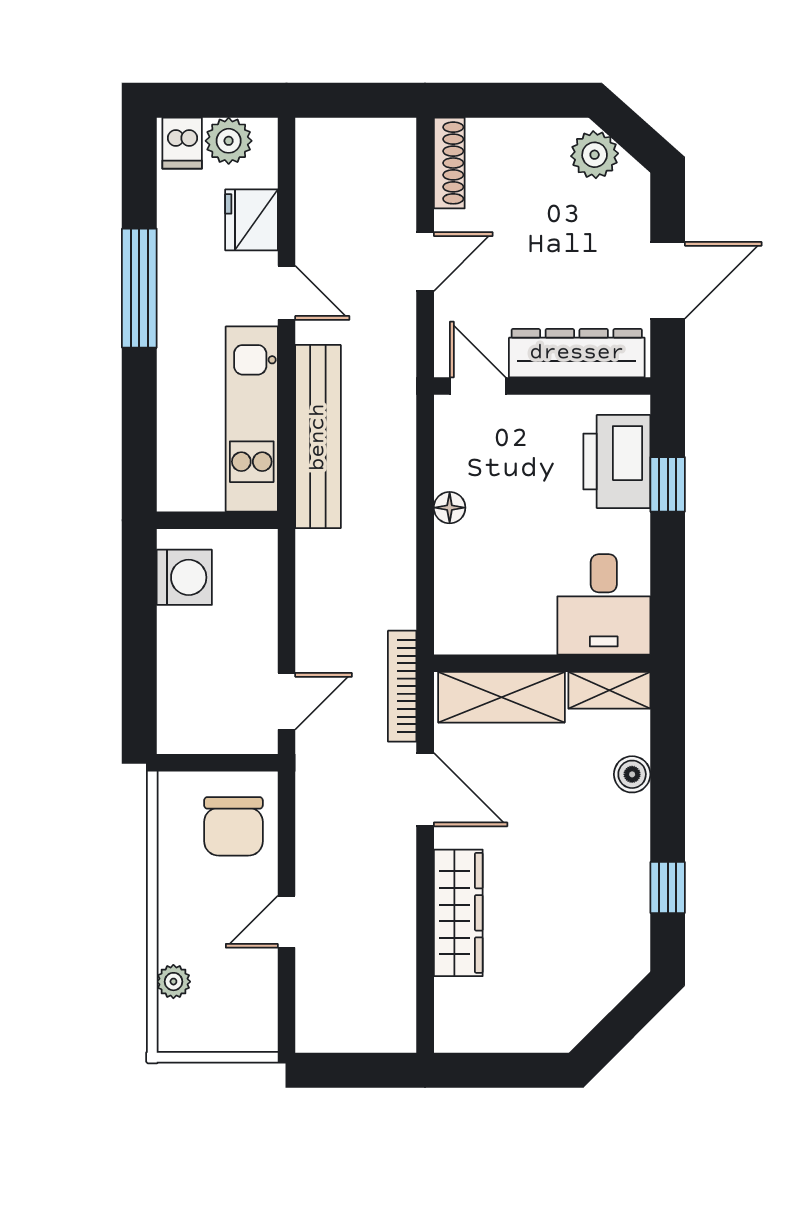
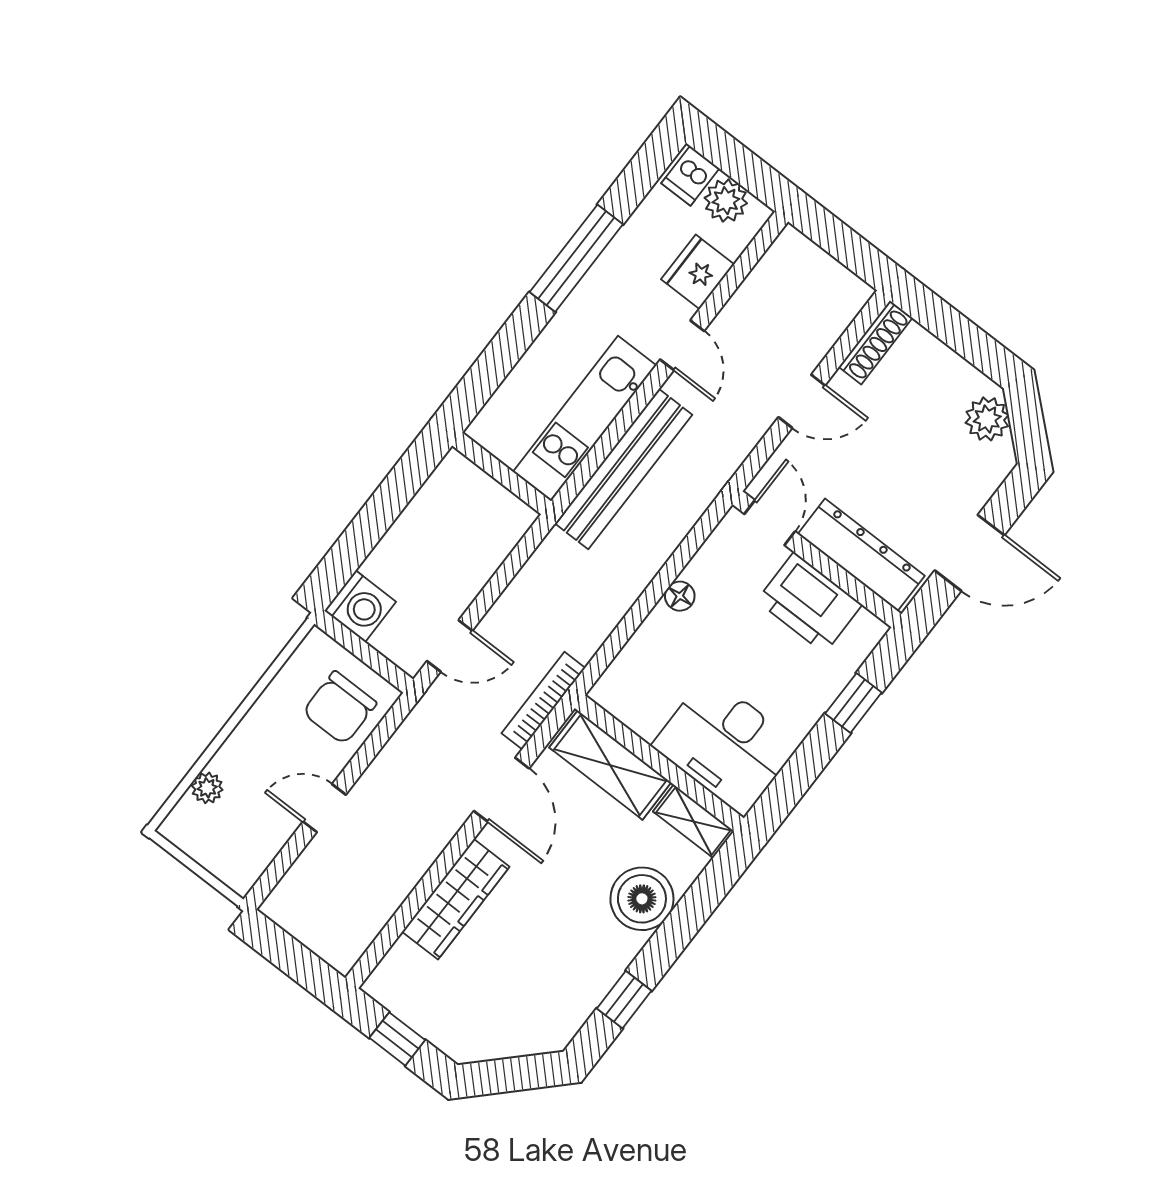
printer: (617, 461) -> (809, 603), moved, turned -90
washing machine: (184, 577) -> (360, 606), moved
desk: (604, 604) -> (726, 745), width x1.37
boiler: (632, 774) -> (642, 899), width x1.86, depth x1.86
window: (500, 1070) -> (397, 1039), added

